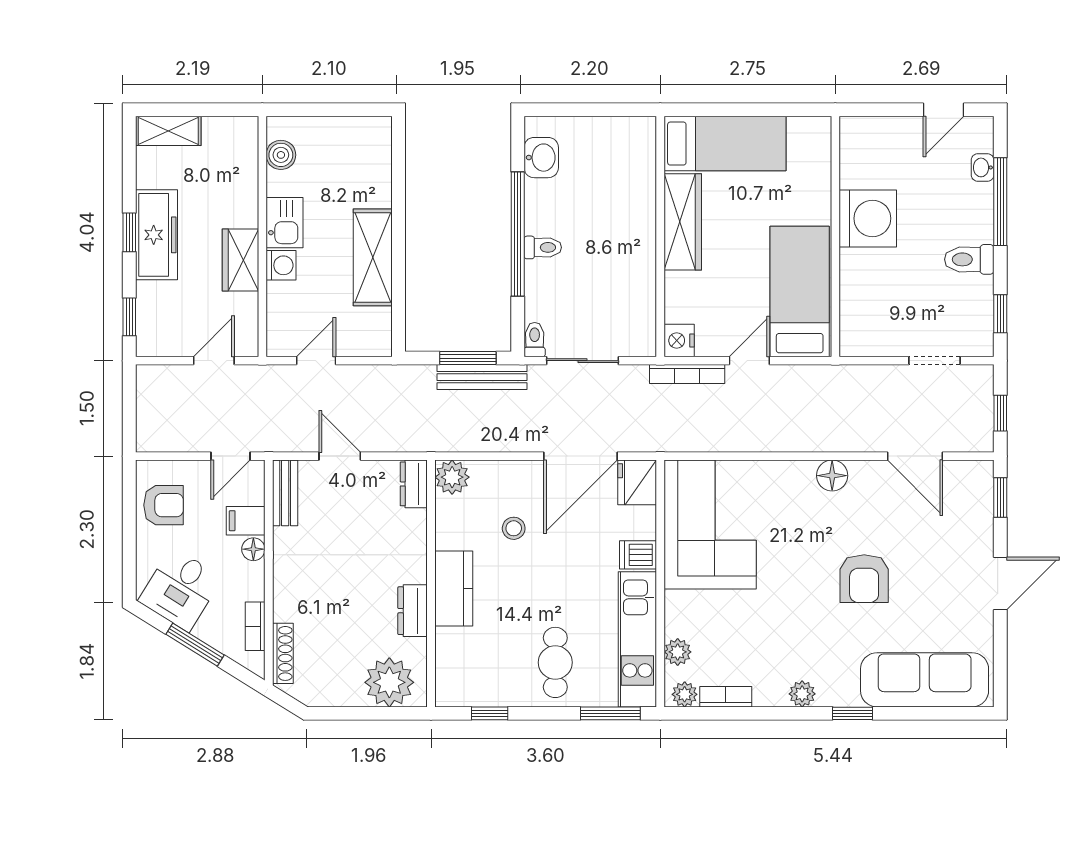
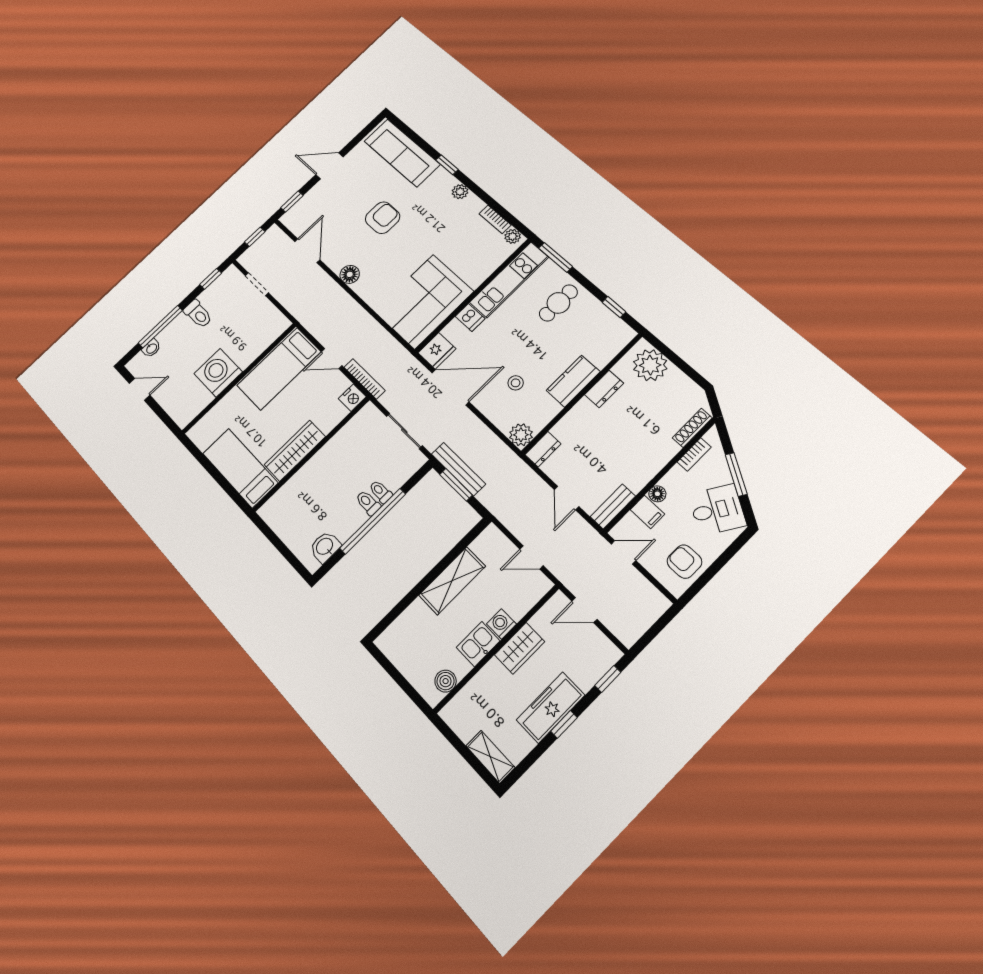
toilet: (535, 340) -> (380, 492), moved, turned 90
plant: (678, 652) -> (497, 258), removed

